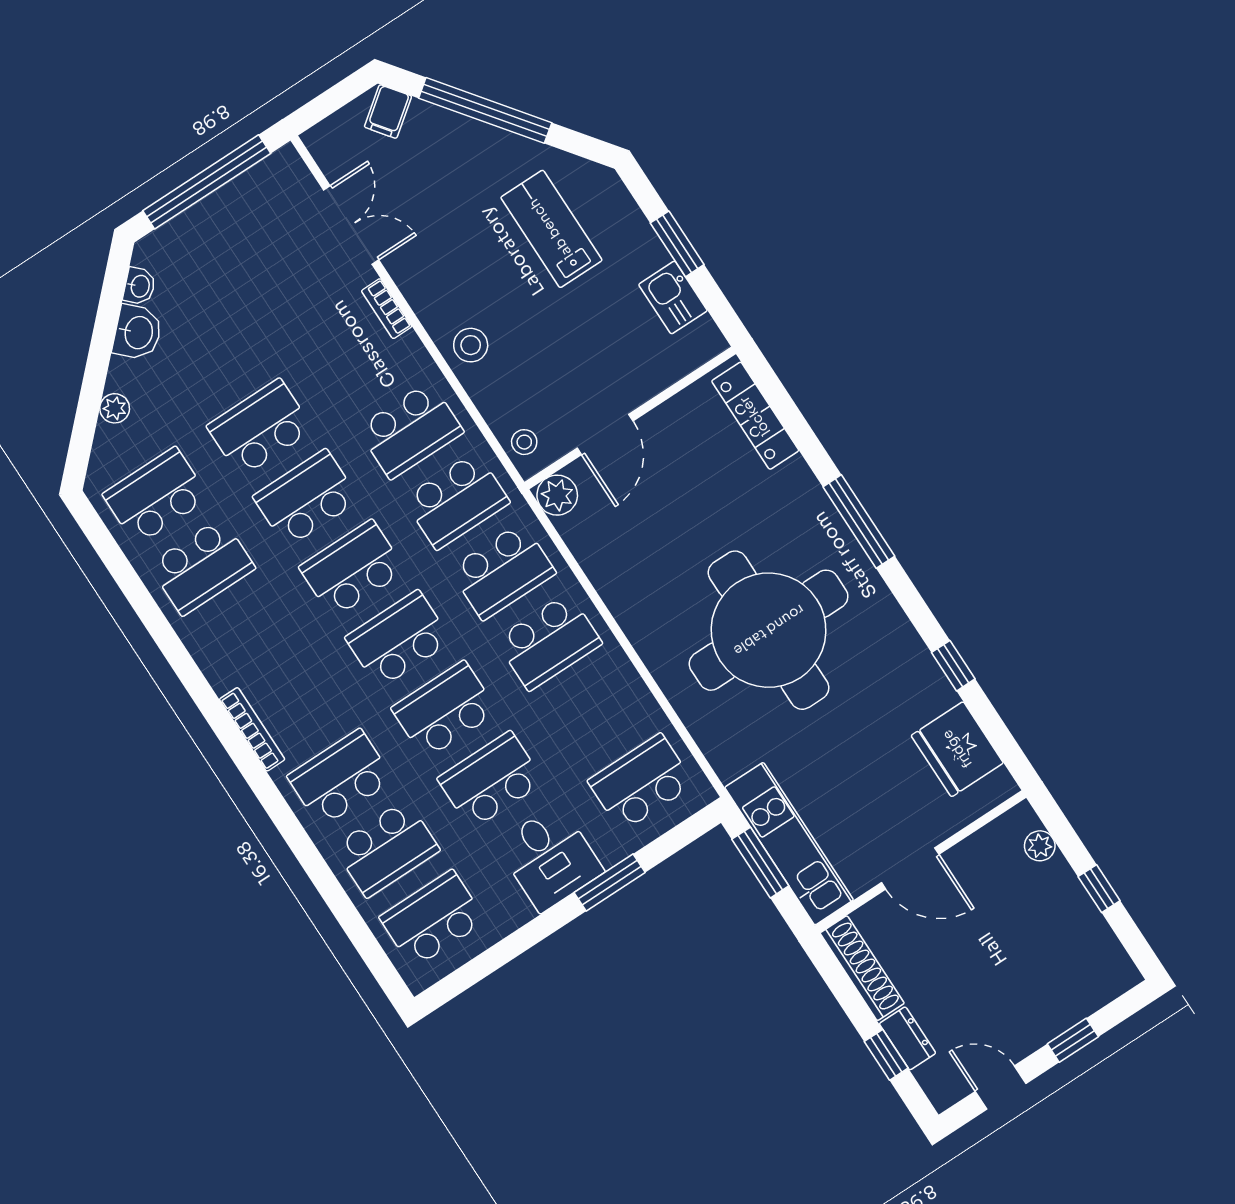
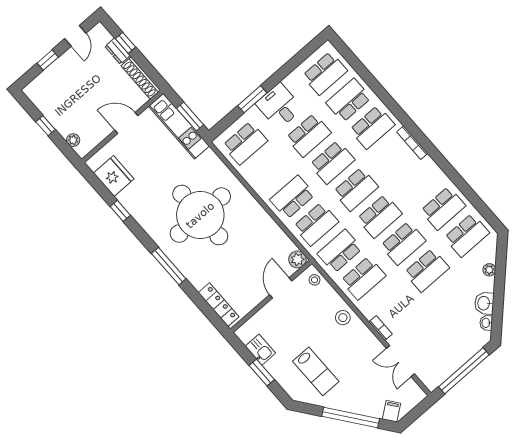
school desk: (410, 430) -> (363, 278), turned 180
school desk: (202, 567) -> (443, 208), turned 180
school desk: (503, 571) -> (316, 224), turned 180
door: (1001, 1088) -> (75, 36), hinge flipped

